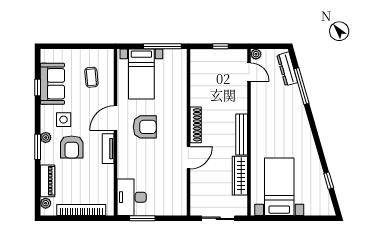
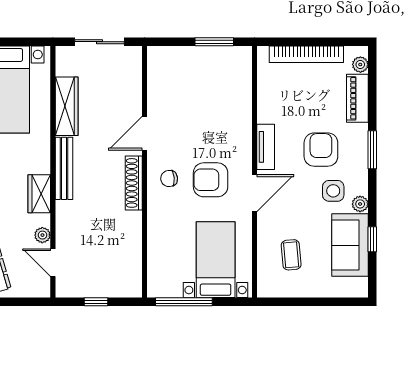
plant: (256, 54) -> (42, 235), moved
wardrobe: (258, 118) -> (39, 194), added
chair: (172, 128) -> (169, 178), added
plant: (46, 137) -> (360, 204), moved
desk: (132, 197) -> (230, 74), removed

